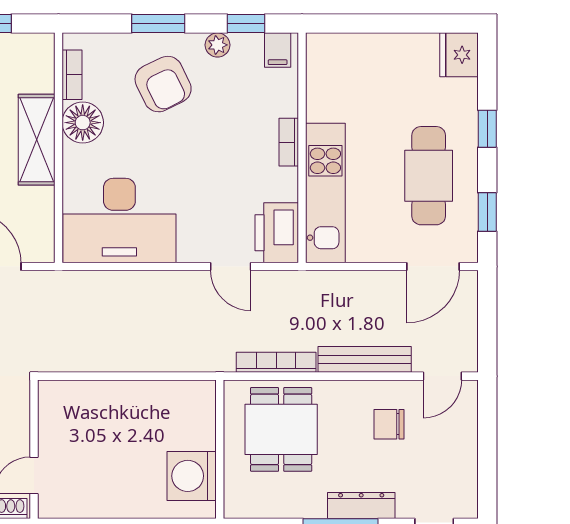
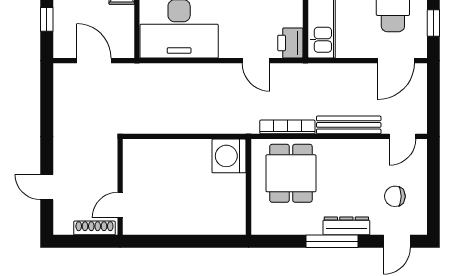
printer: (277, 233) -> (290, 43), width x0.73, depth x0.84
chair: (389, 424) -> (395, 196), moved
washing machine: (192, 476) -> (229, 156), moved

